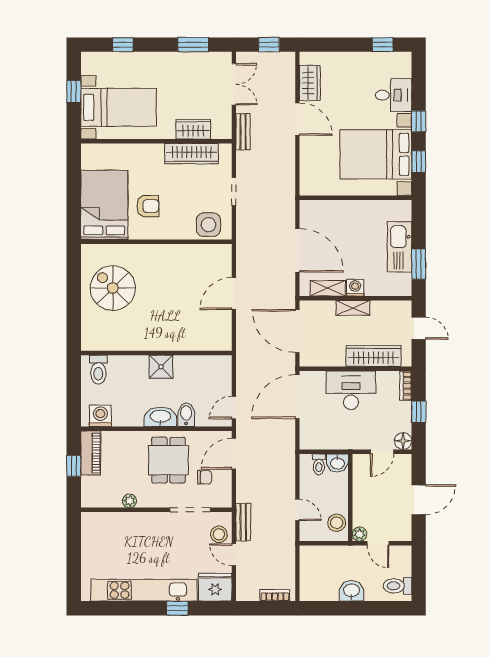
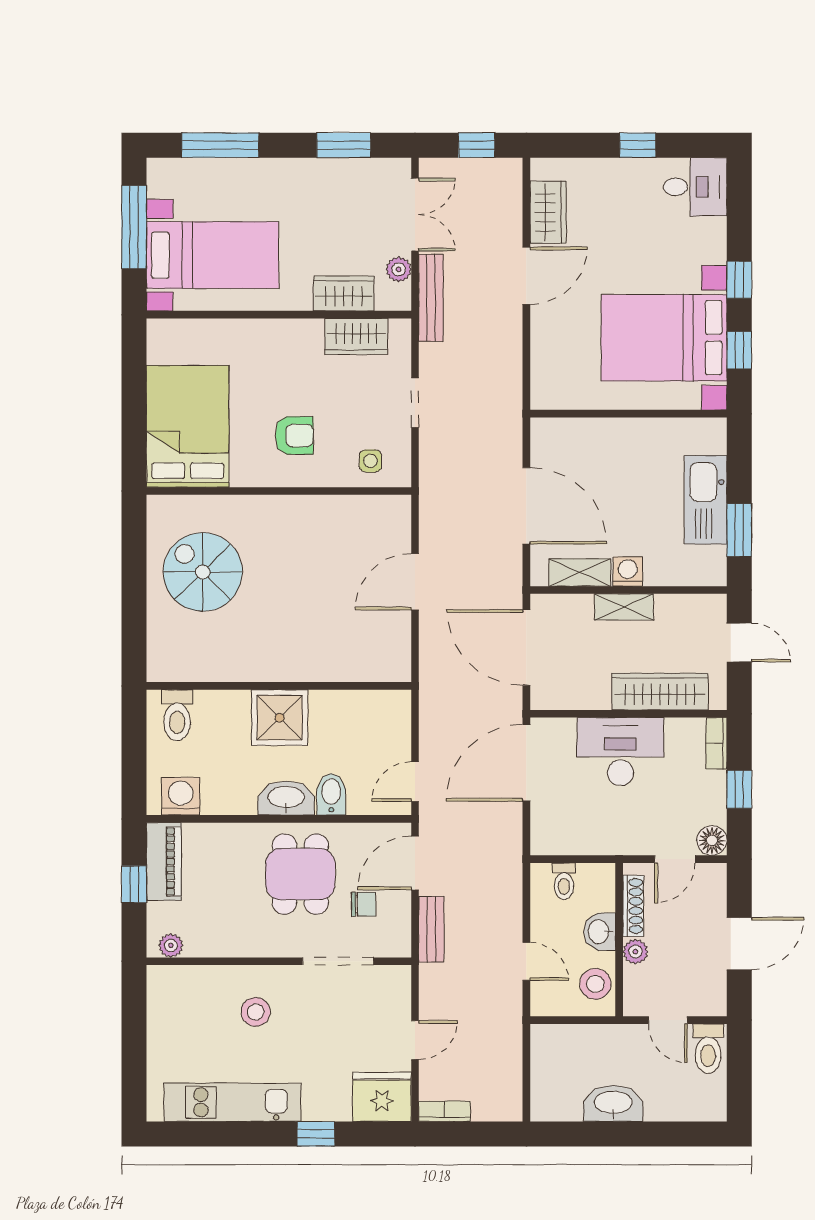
window: (123, 45) -> (220, 145), width x2.17
window: (383, 45) -> (638, 145), moved
window: (74, 91) -> (134, 227), width x2.17
desk: (394, 95) -> (695, 187), moved
plant: (225, 115) -> (399, 269), added
door: (297, 119) -> (526, 276), hinge flipped
bench: (243, 132) -> (431, 298), width x1.36
wardrobe: (192, 154) -> (356, 337), width x0.67
armchair: (148, 206) -> (294, 435), moved
side table: (208, 225) -> (370, 461), width x0.54, depth x0.54
shower: (161, 367) -> (280, 718), width x1.36, depth x1.36
washbasin: (337, 463) -> (600, 932), moved, turned 90
shoe rack: (358, 478) -> (633, 906), added
plant: (129, 501) -> (171, 945), moved
bench: (243, 522) -> (431, 929), moved
stool: (219, 534) -> (256, 1012), moved
plant: (360, 534) -> (635, 952), moved
door: (234, 555) -> (415, 1040), swing flipped
toilet: (397, 586) -> (708, 1049), moved, turned -90
kitchen unit: (144, 590) -> (232, 1102), width x0.73
washbasin: (352, 591) -> (613, 1103), width x1.38
bookcase: (275, 595) -> (445, 1111), moved

